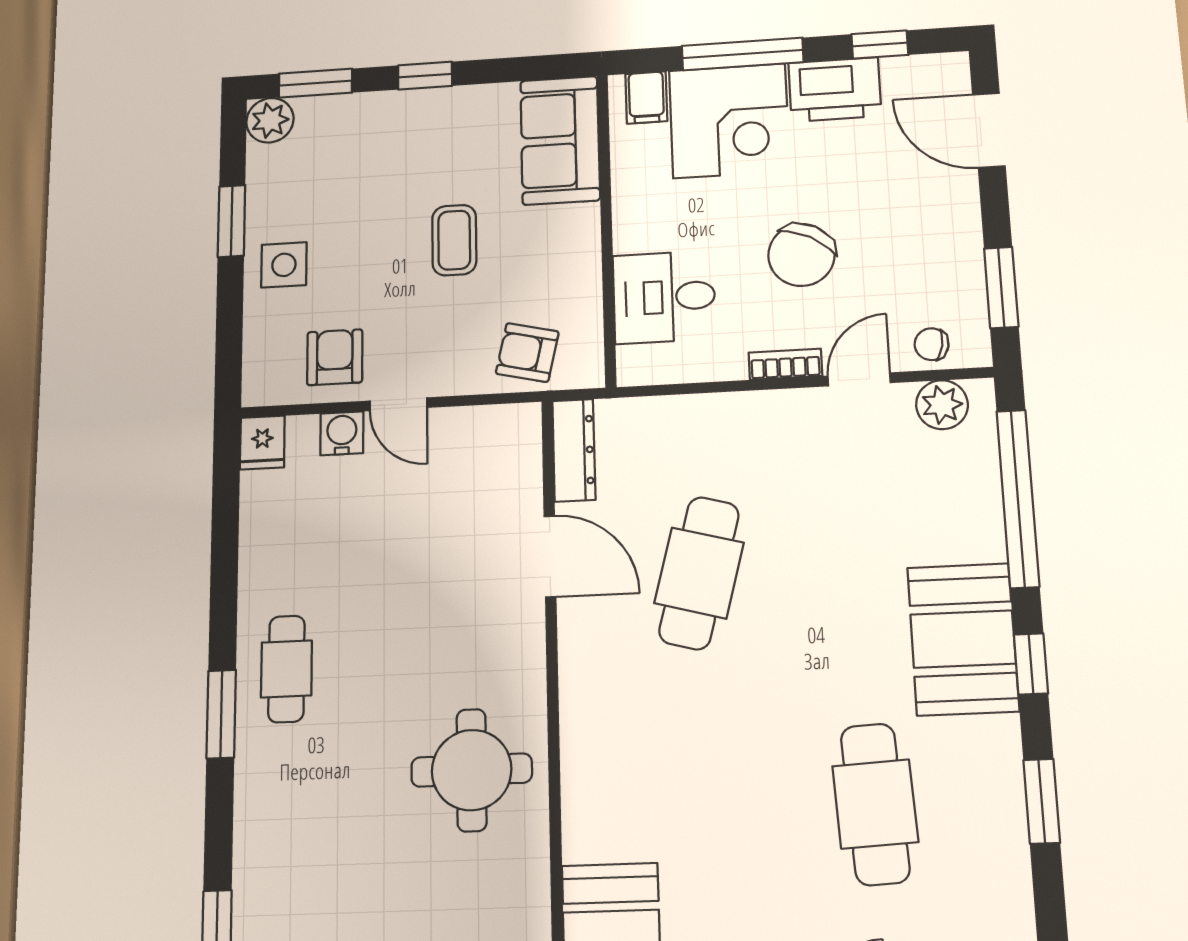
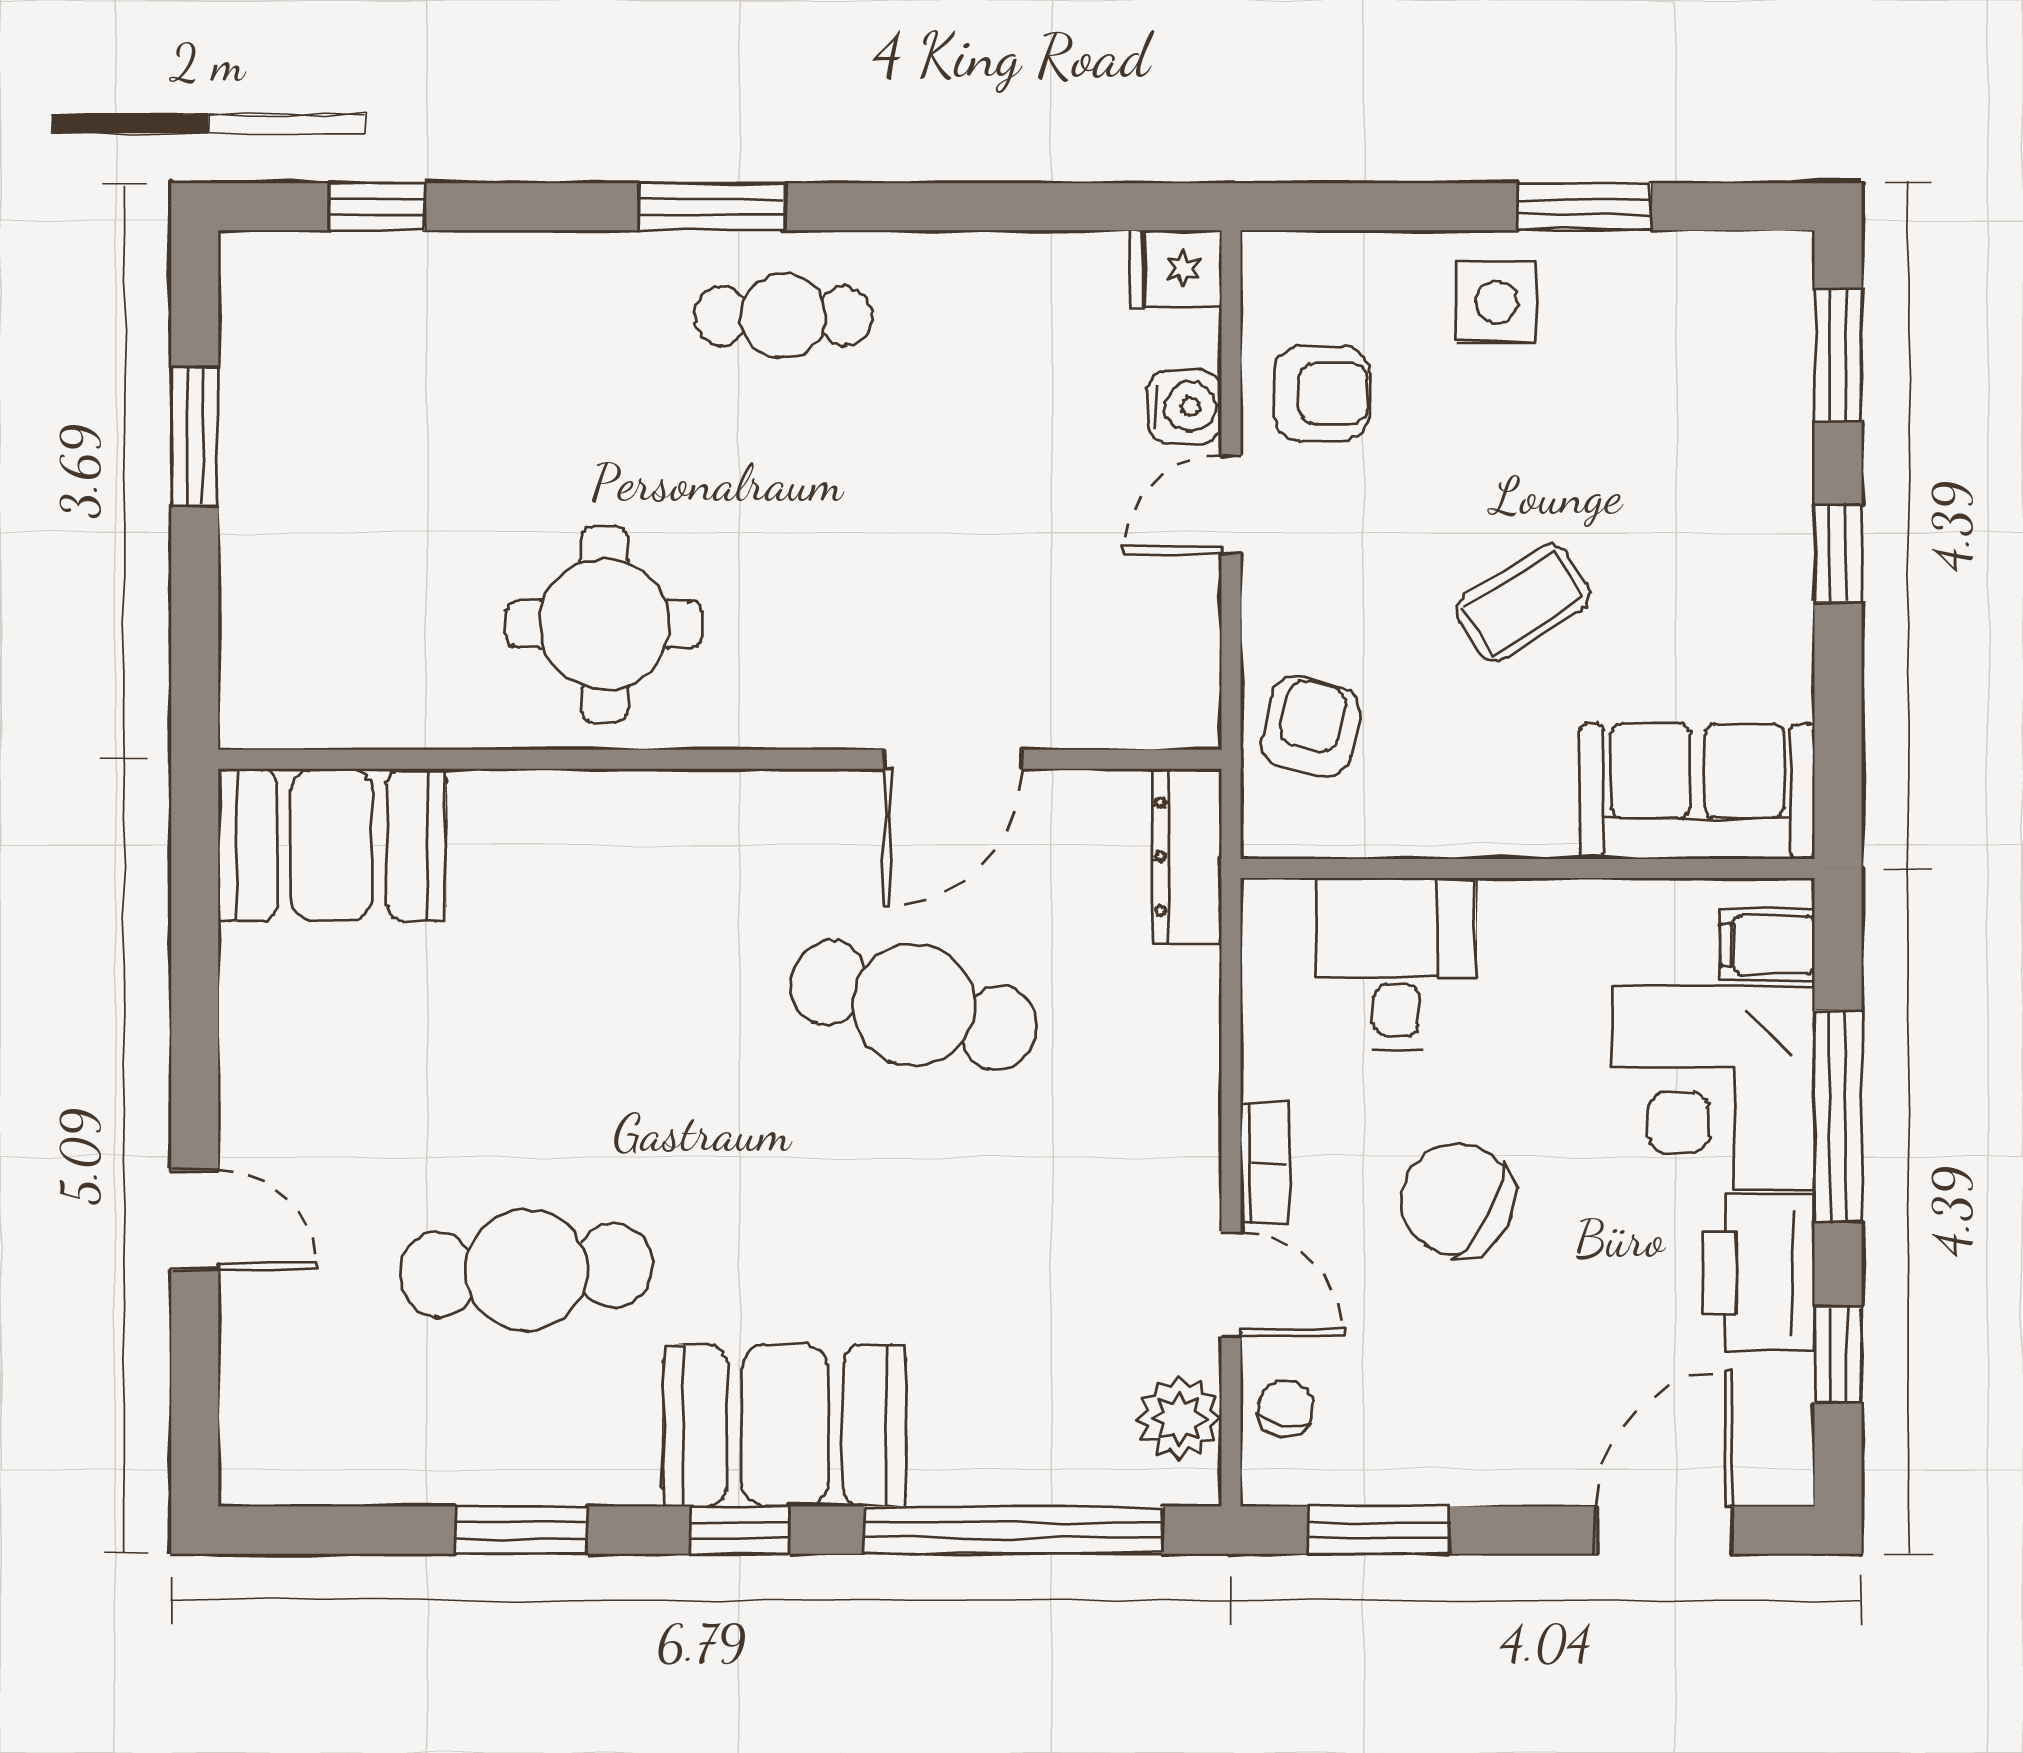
plant: (270, 120) -> (1772, 273), removed
coffee table: (454, 240) -> (1523, 603), turned -32
dresser: (574, 450) -> (1187, 857), moved, turned 90

